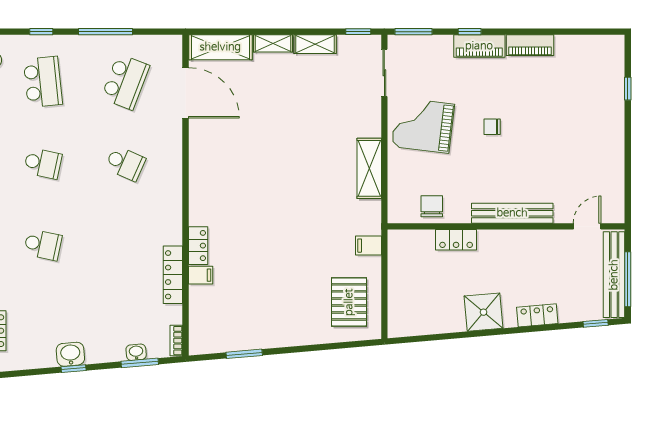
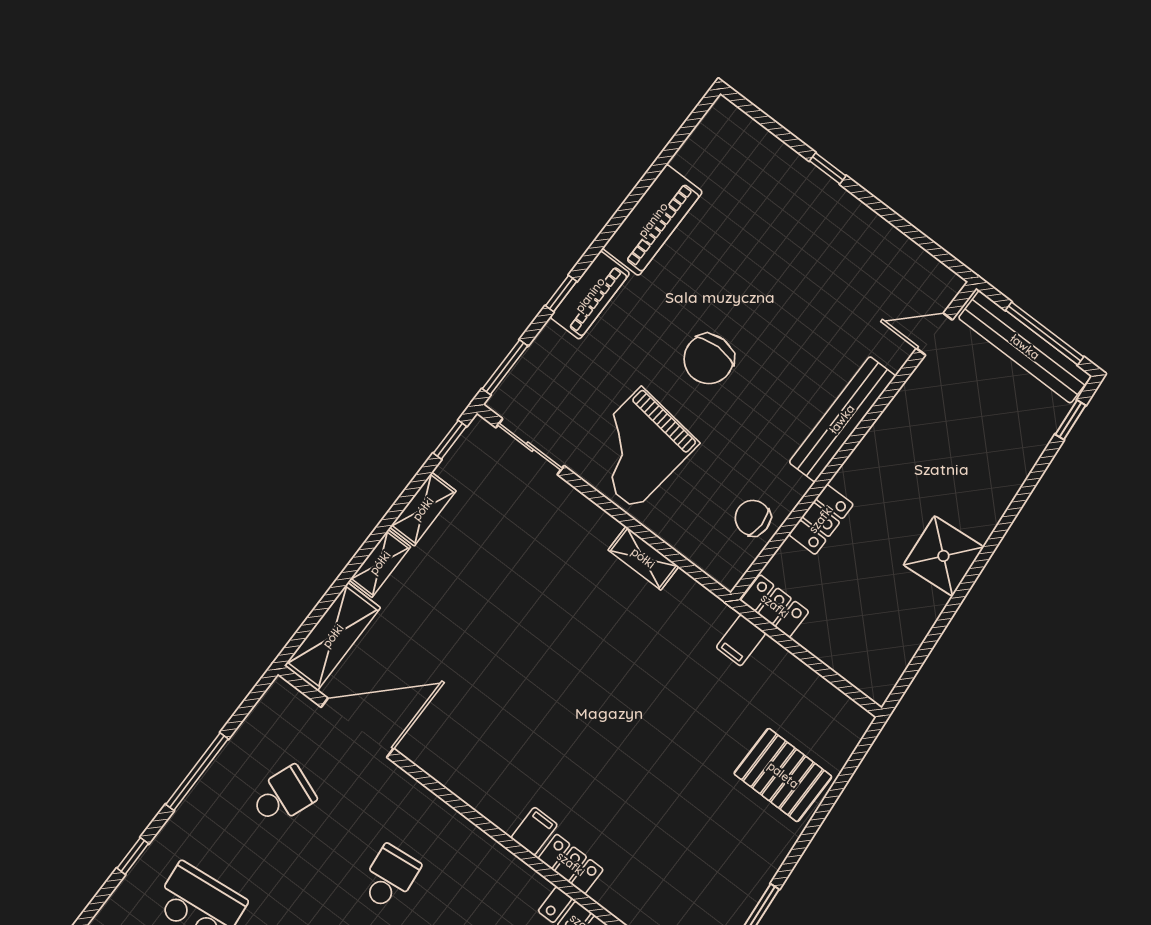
piano: (530, 45) -> (653, 220), width x1.37, depth x1.33
school desk: (125, 82) -> (283, 796), width x0.54
window: (628, 89) -> (828, 168), moved
chair: (492, 127) -> (709, 359), width x1.87, depth x1.87
school desk: (125, 163) -> (390, 877), turned -30
shelving: (369, 168) -> (643, 558), width x0.67, depth x0.75
door: (587, 226) -> (934, 334), hinge flipped
filing cabinet: (201, 275) -> (534, 831), moved
pallet: (349, 302) -> (783, 775), moved
locker: (537, 315) -> (775, 606), moved, turned 95

